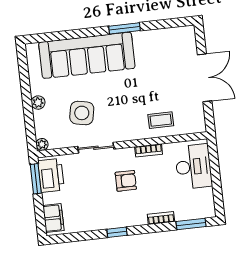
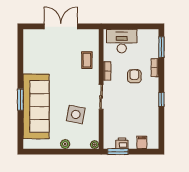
window: (124, 28) -> (20, 100), moved
sliding door: (96, 148) -> (101, 97), moved
printer: (51, 175) -> (122, 143), width x0.53, depth x0.68
armchair: (126, 181) -> (134, 76), moved
filing cabinet: (53, 218) -> (142, 142), width x0.50

